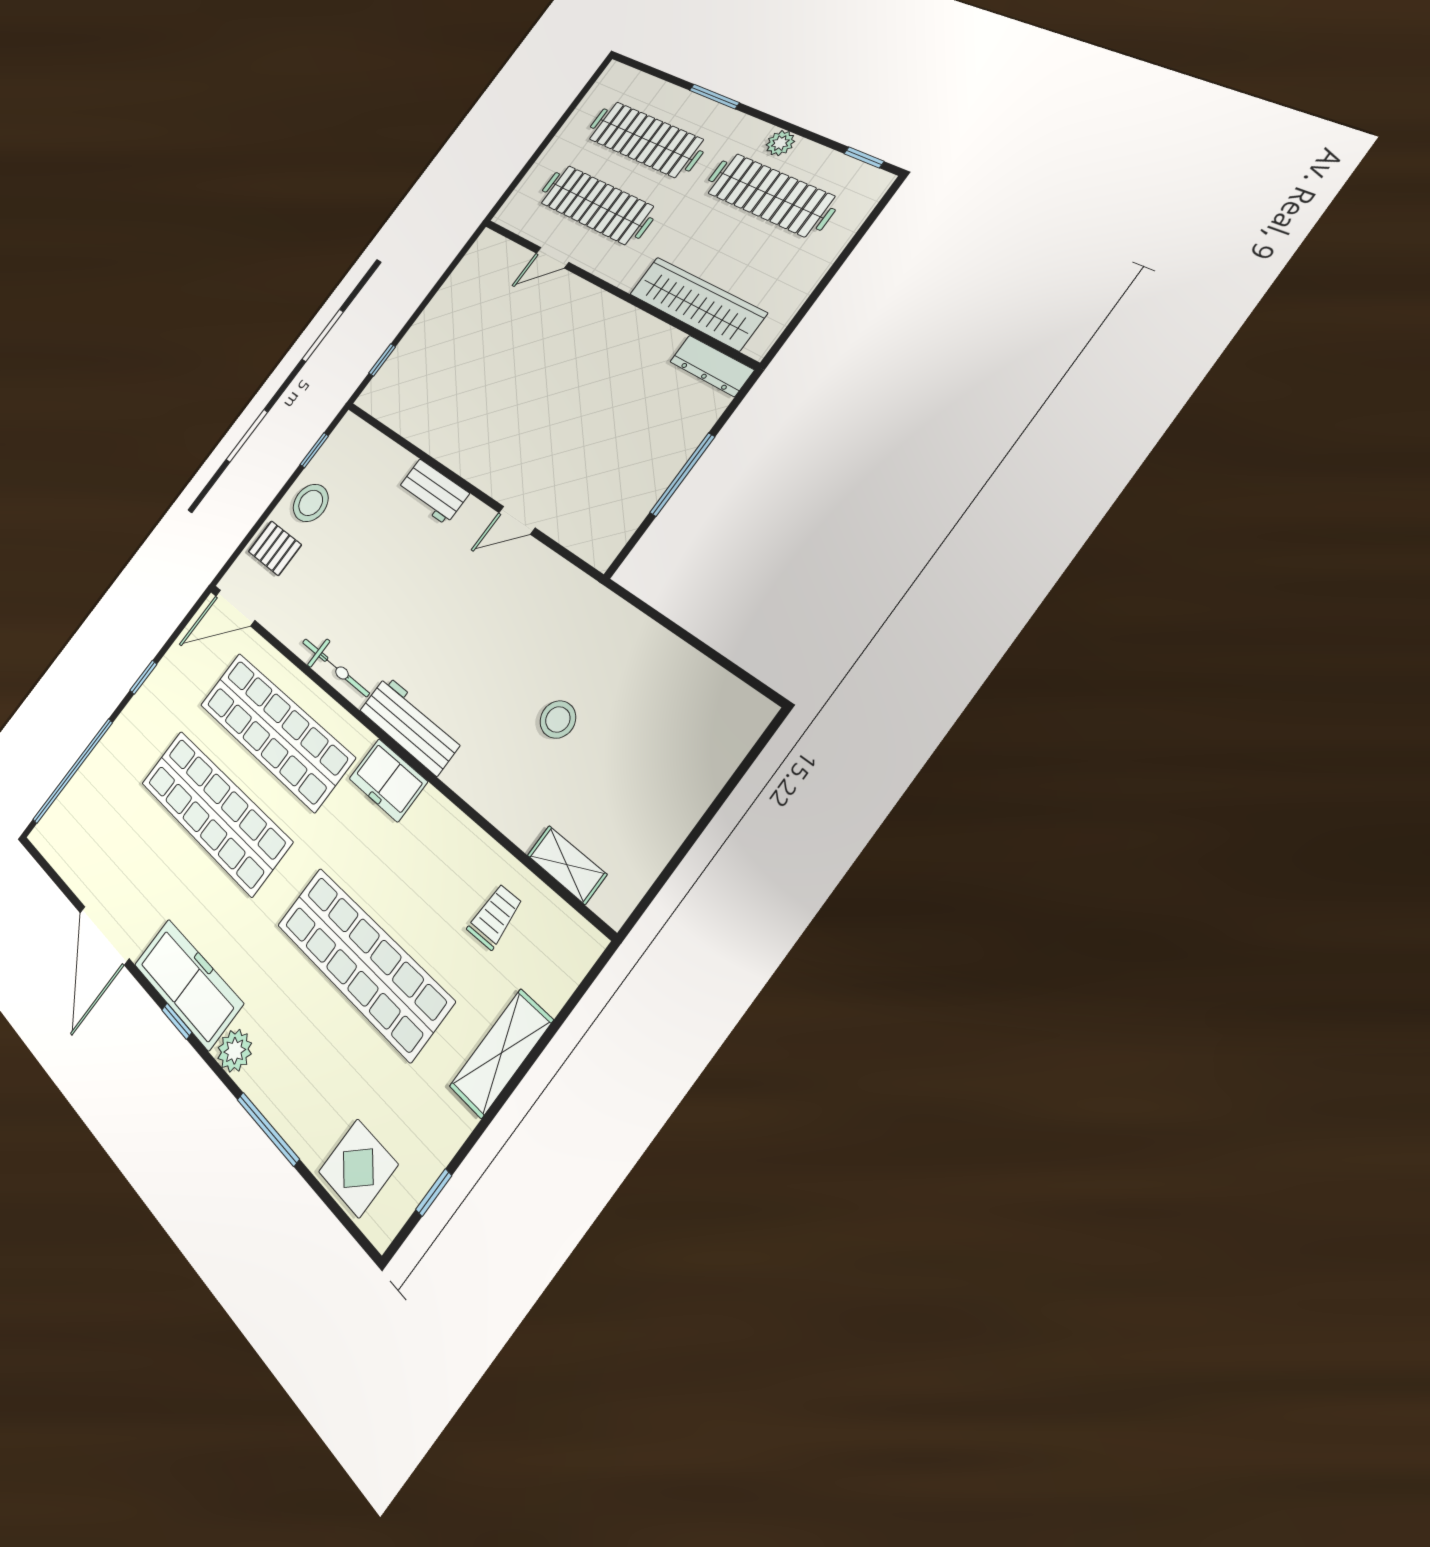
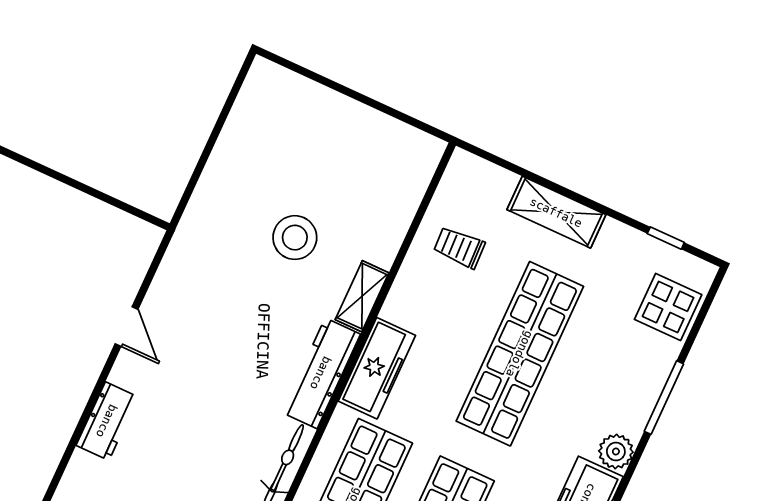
window: (682, 475) -> (71, 182), removed
stool: (558, 719) -> (295, 238), width x1.38, depth x1.38
freezer: (388, 780) -> (377, 368), width x1.40
shelving: (567, 865) -> (362, 296), moved

